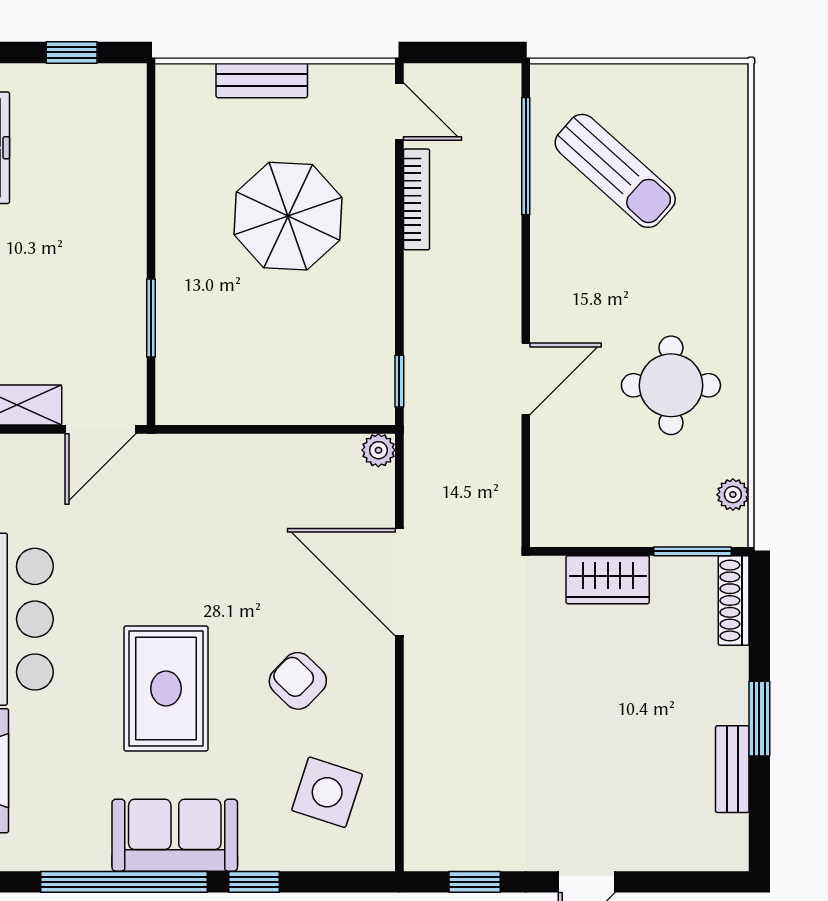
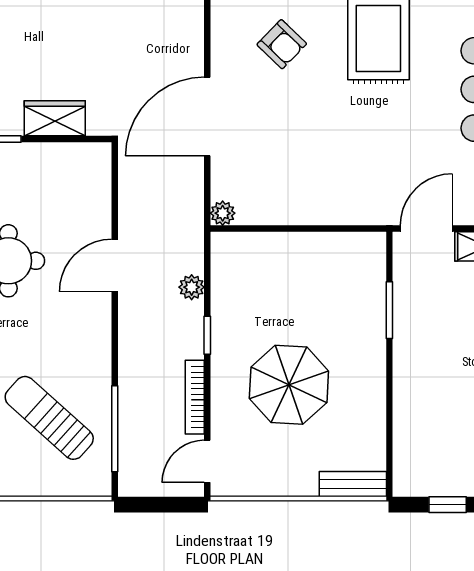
bench: (262, 80) -> (353, 484), moved
door: (399, 112) -> (207, 461), hinge flipped
plant: (421, 349) -> (192, 287), added
window: (399, 381) -> (207, 335), moved
door: (399, 582) -> (207, 117), swing flipped

